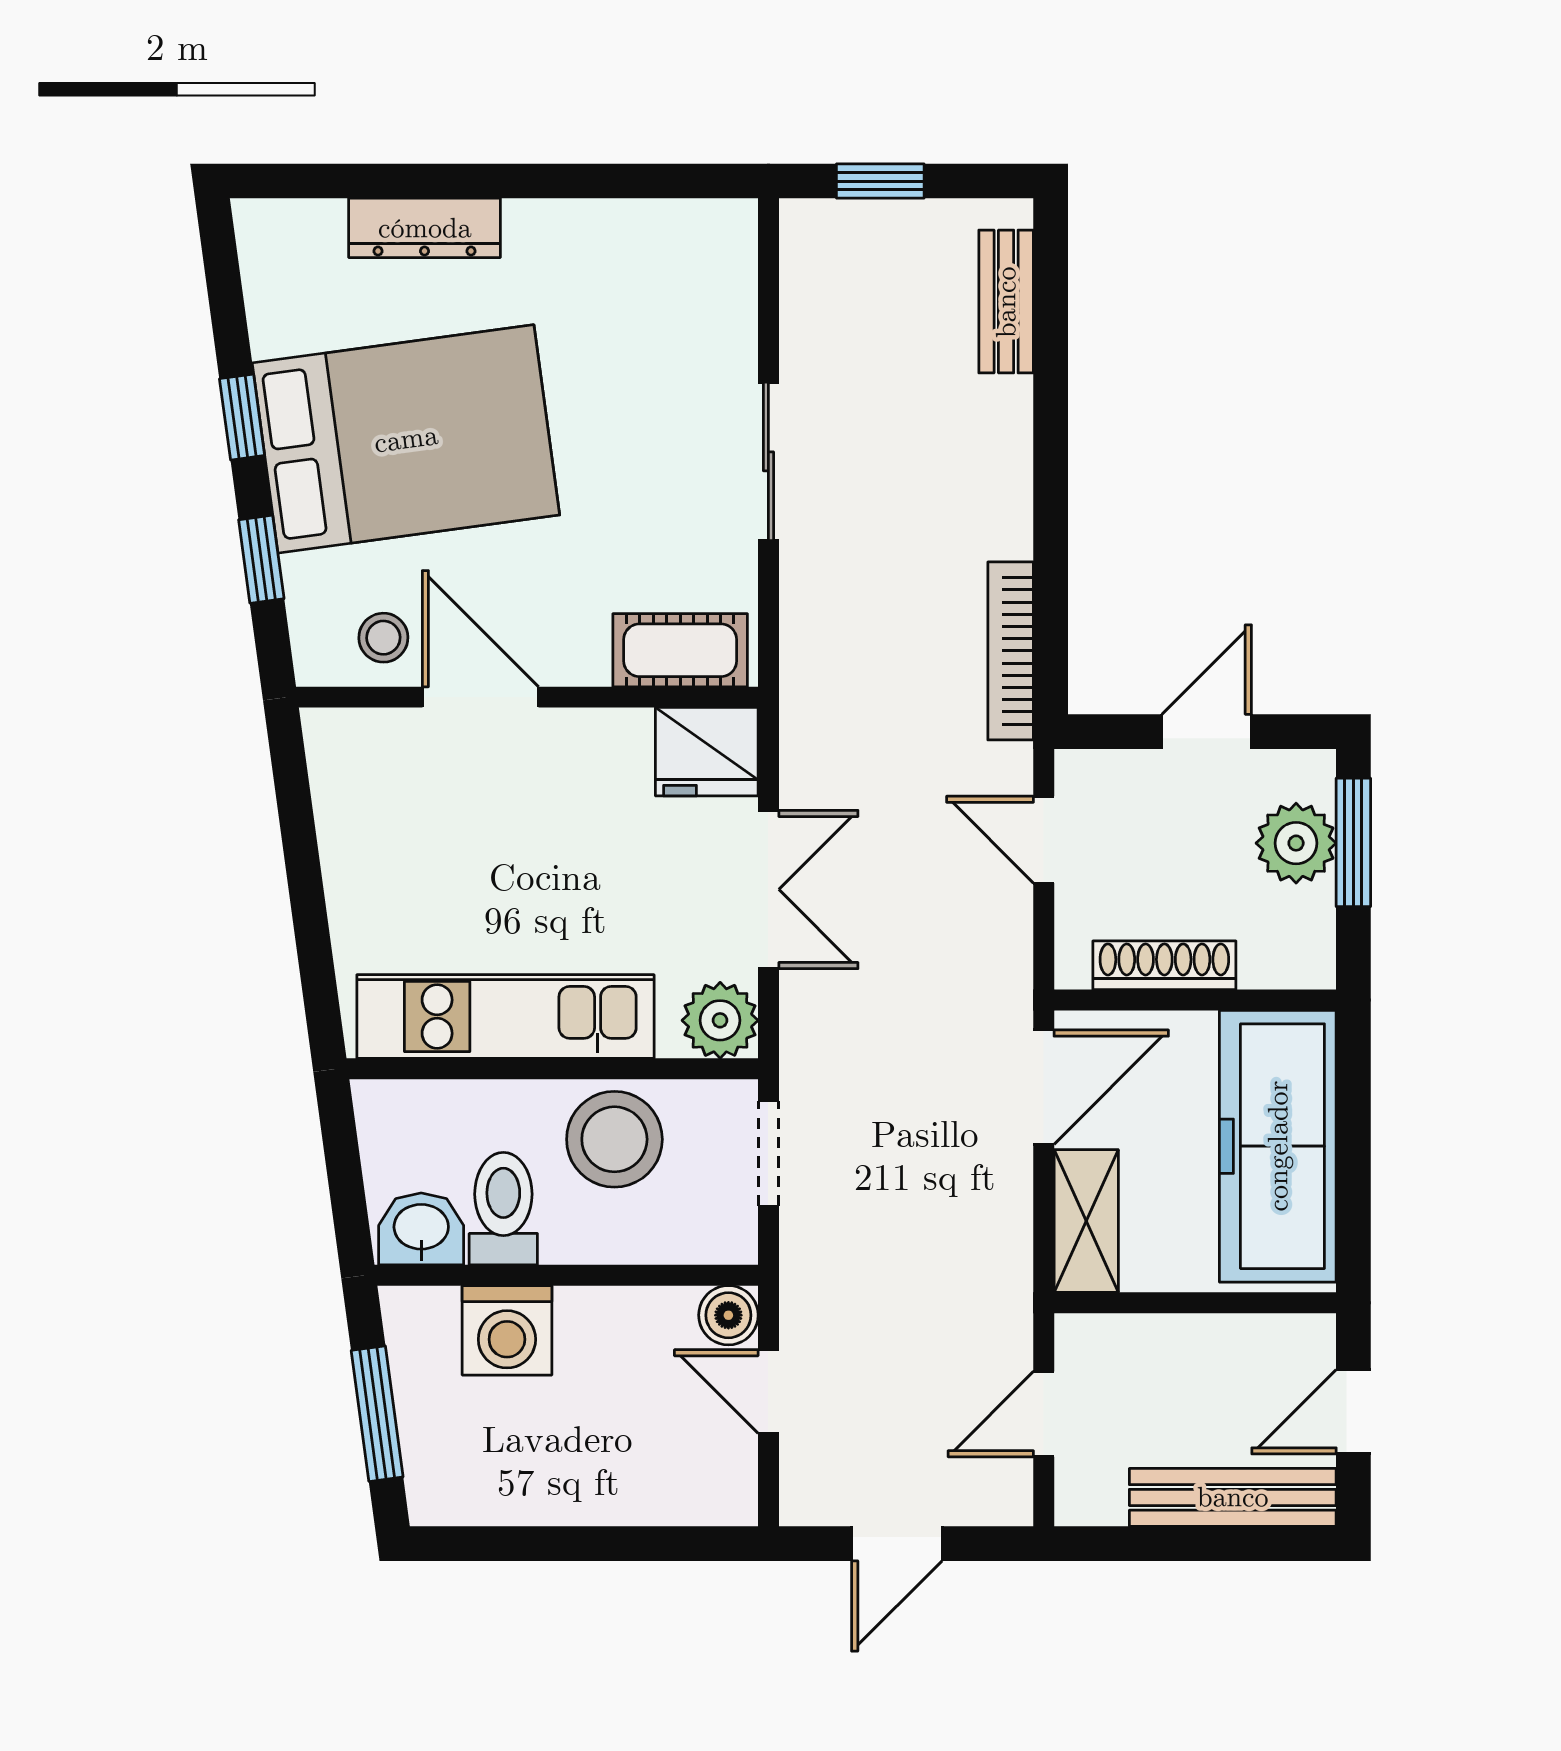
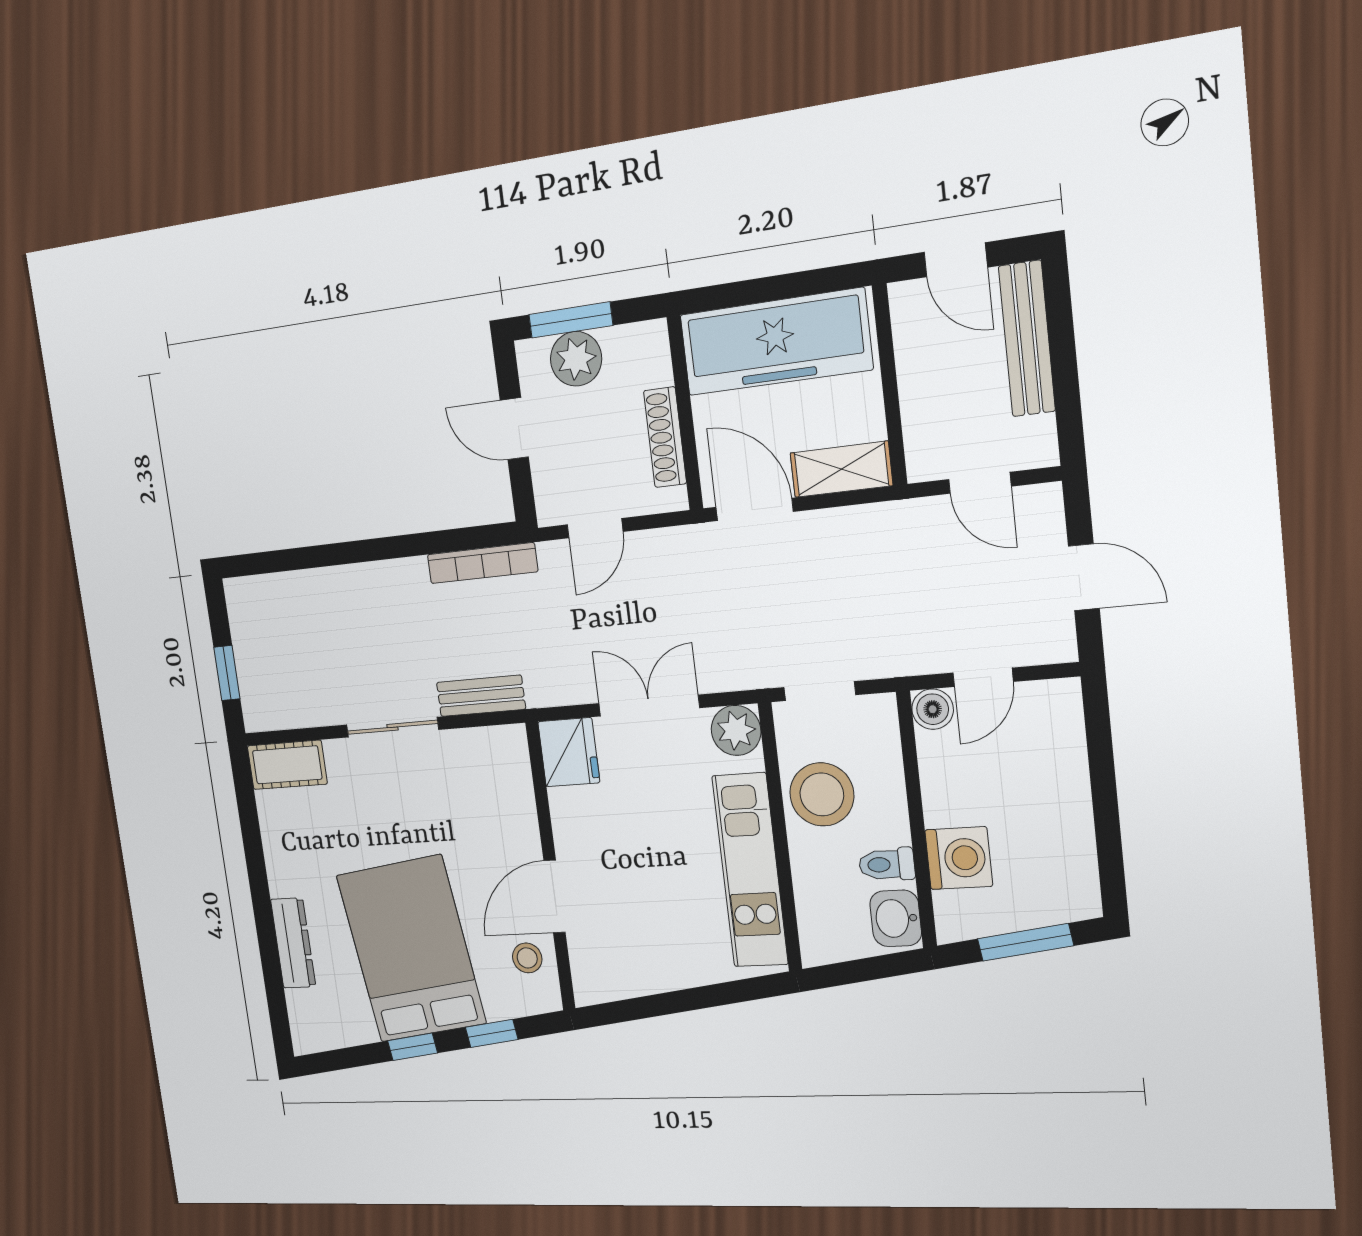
bench: (1006, 302) -> (481, 696), moved
cot: (680, 650) -> (287, 765), moved, turned 90
toilet: (503, 1209) -> (887, 864), width x0.73, depth x0.72

